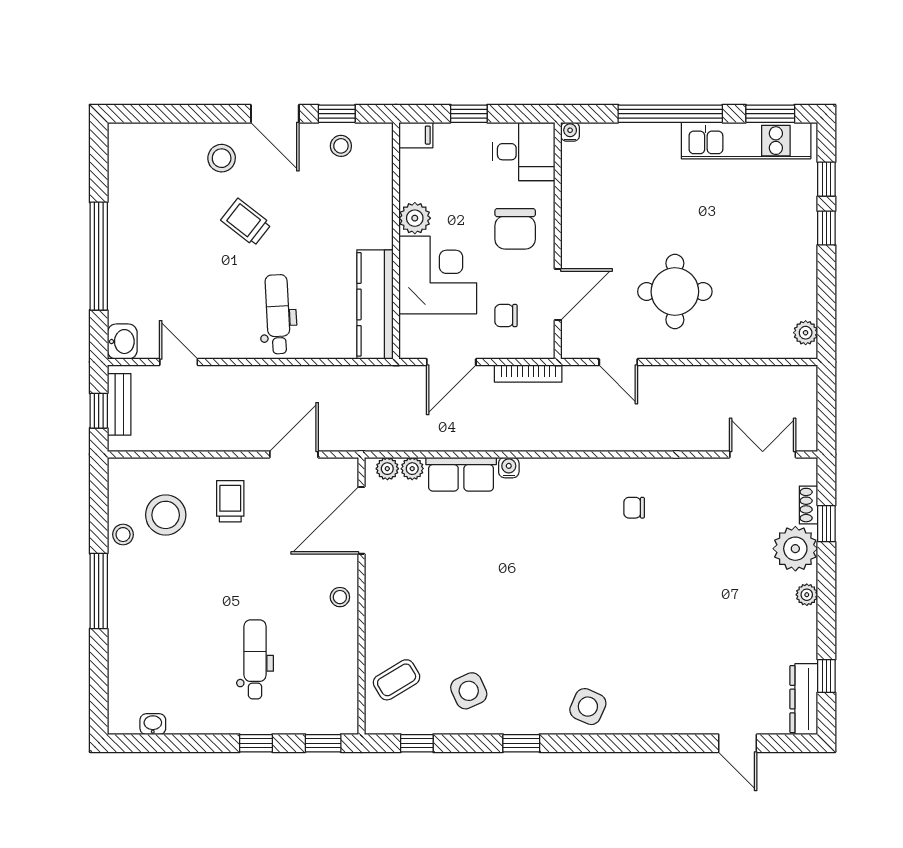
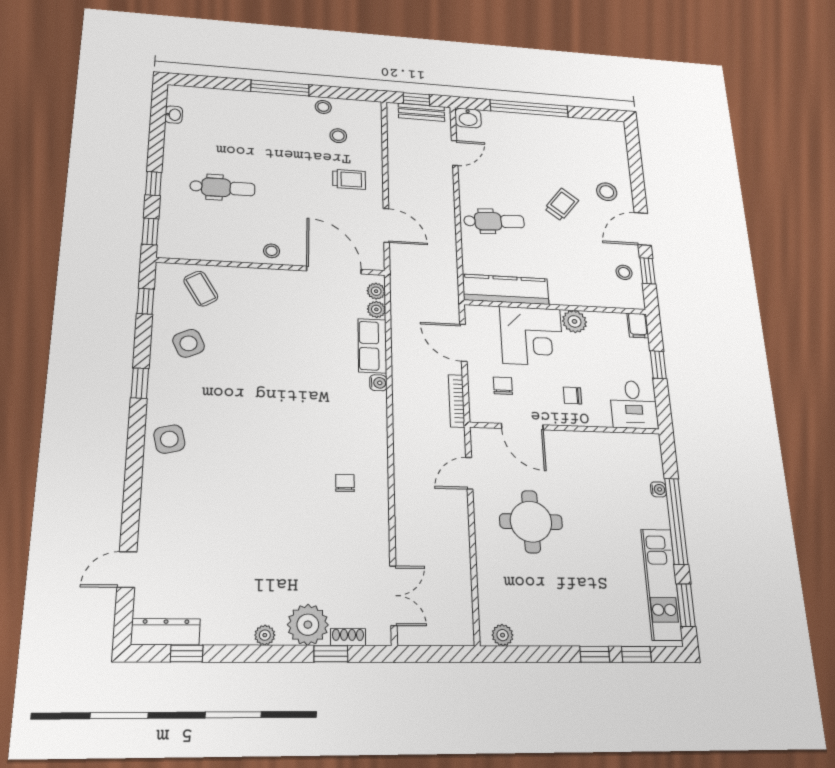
water cooler: (570, 132) -> (658, 489), moved
chair: (515, 229) -> (572, 396), width x0.54, depth x0.54
stool: (166, 515) -> (338, 136), width x0.53, depth x0.53
side table: (588, 707) -> (169, 439), turned -37

